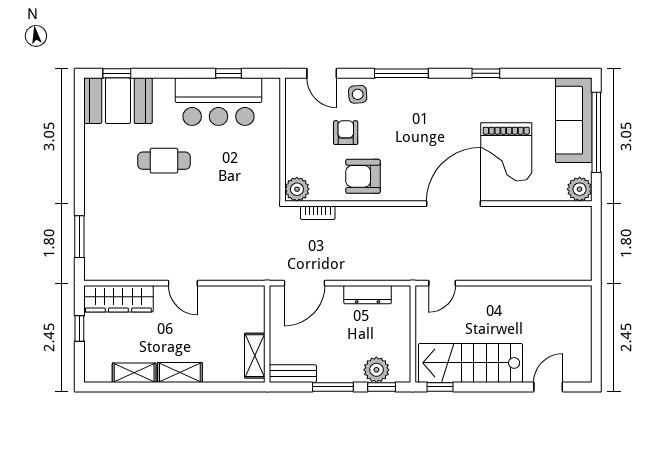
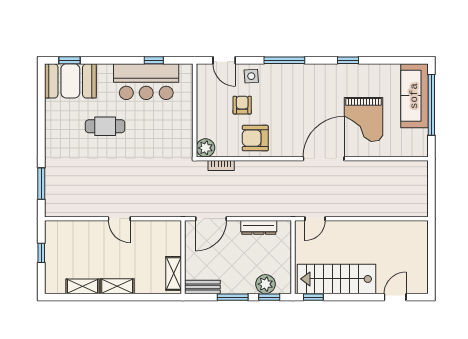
plant: (580, 189) -> (419, 148), removed
wardrobe: (118, 299) -> (71, 230), removed

